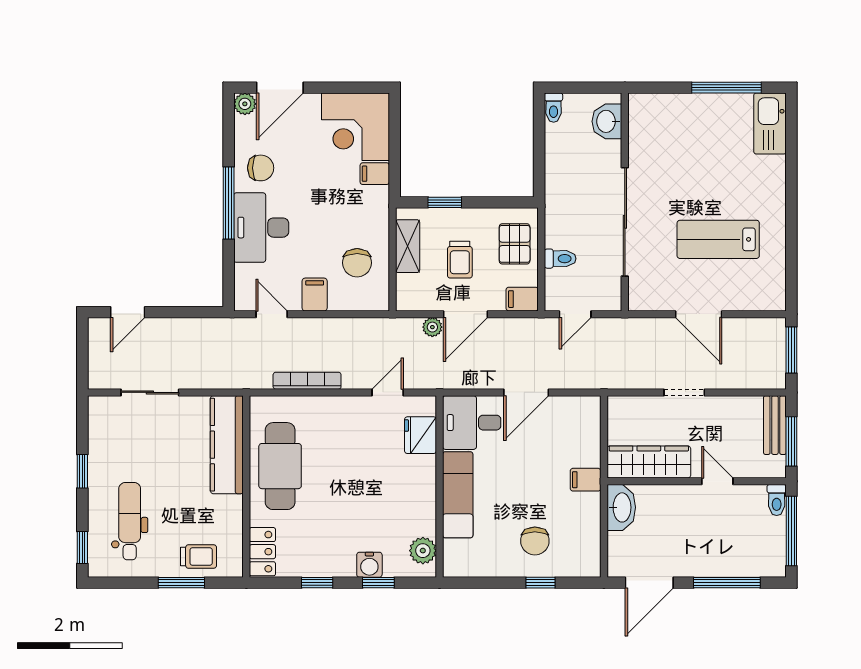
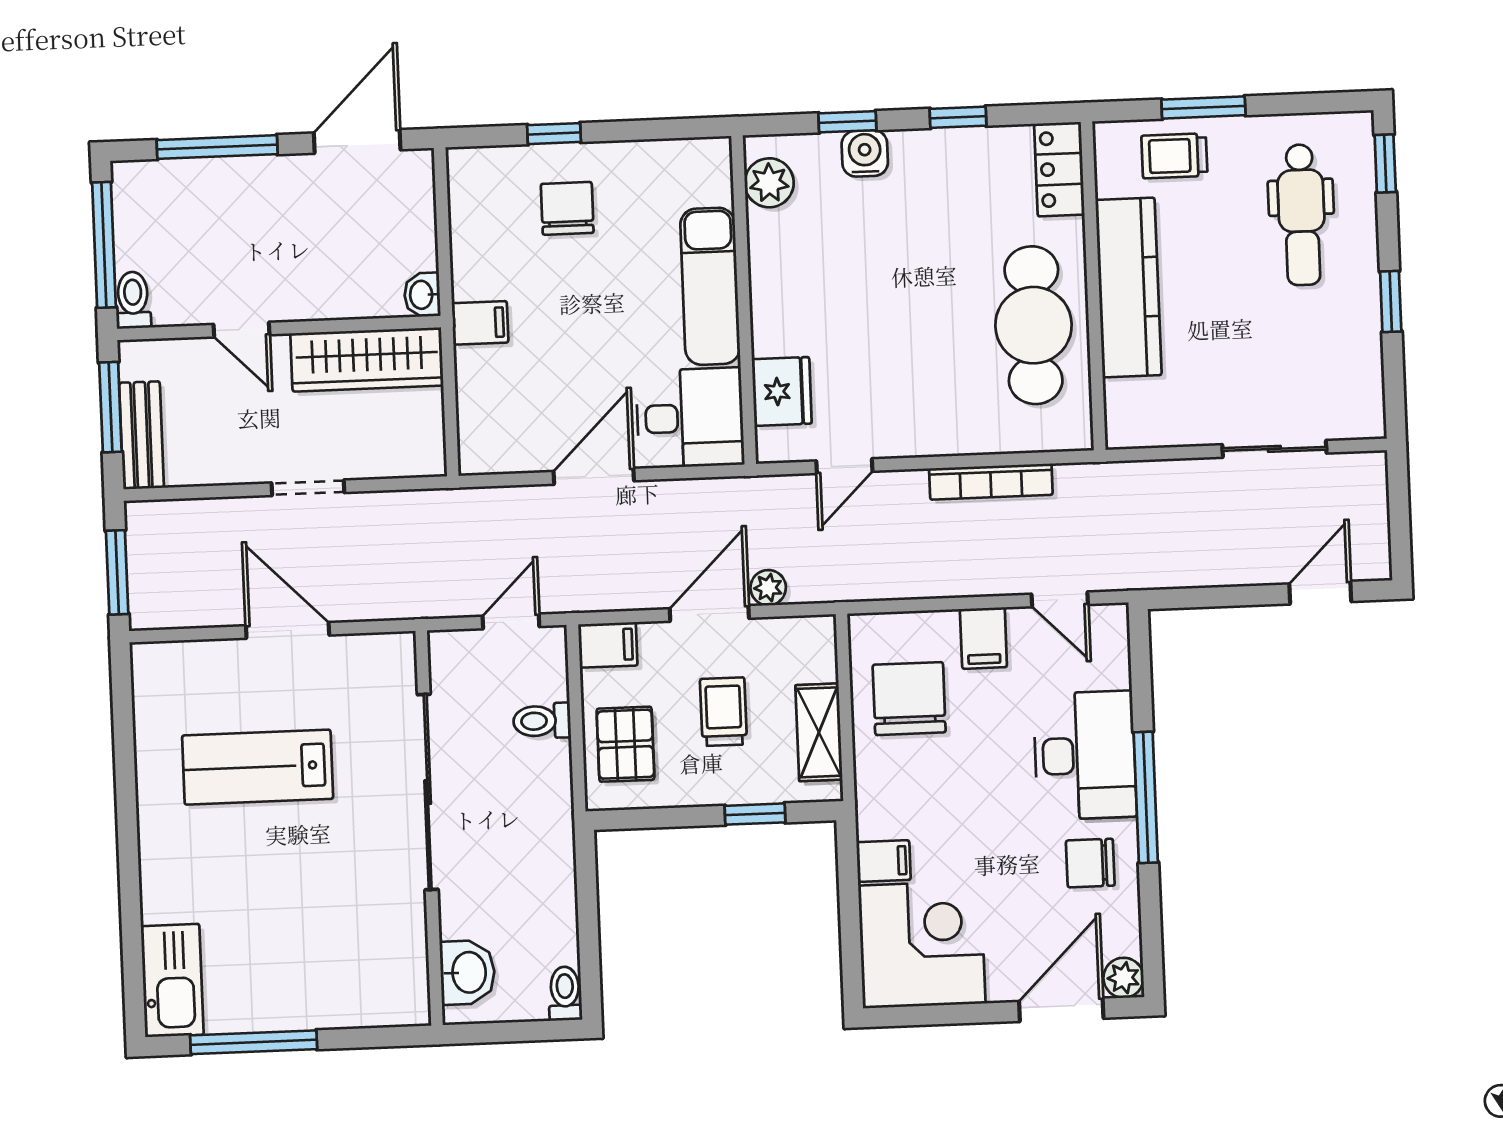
lab bench: (718, 239) -> (258, 767), turned 180
chair: (357, 263) -> (909, 699), width x1.37, depth x1.37
kitchen counter: (227, 445) -> (1128, 287), moved
washbasin: (621, 507) -> (422, 295), width x0.52, depth x0.69

